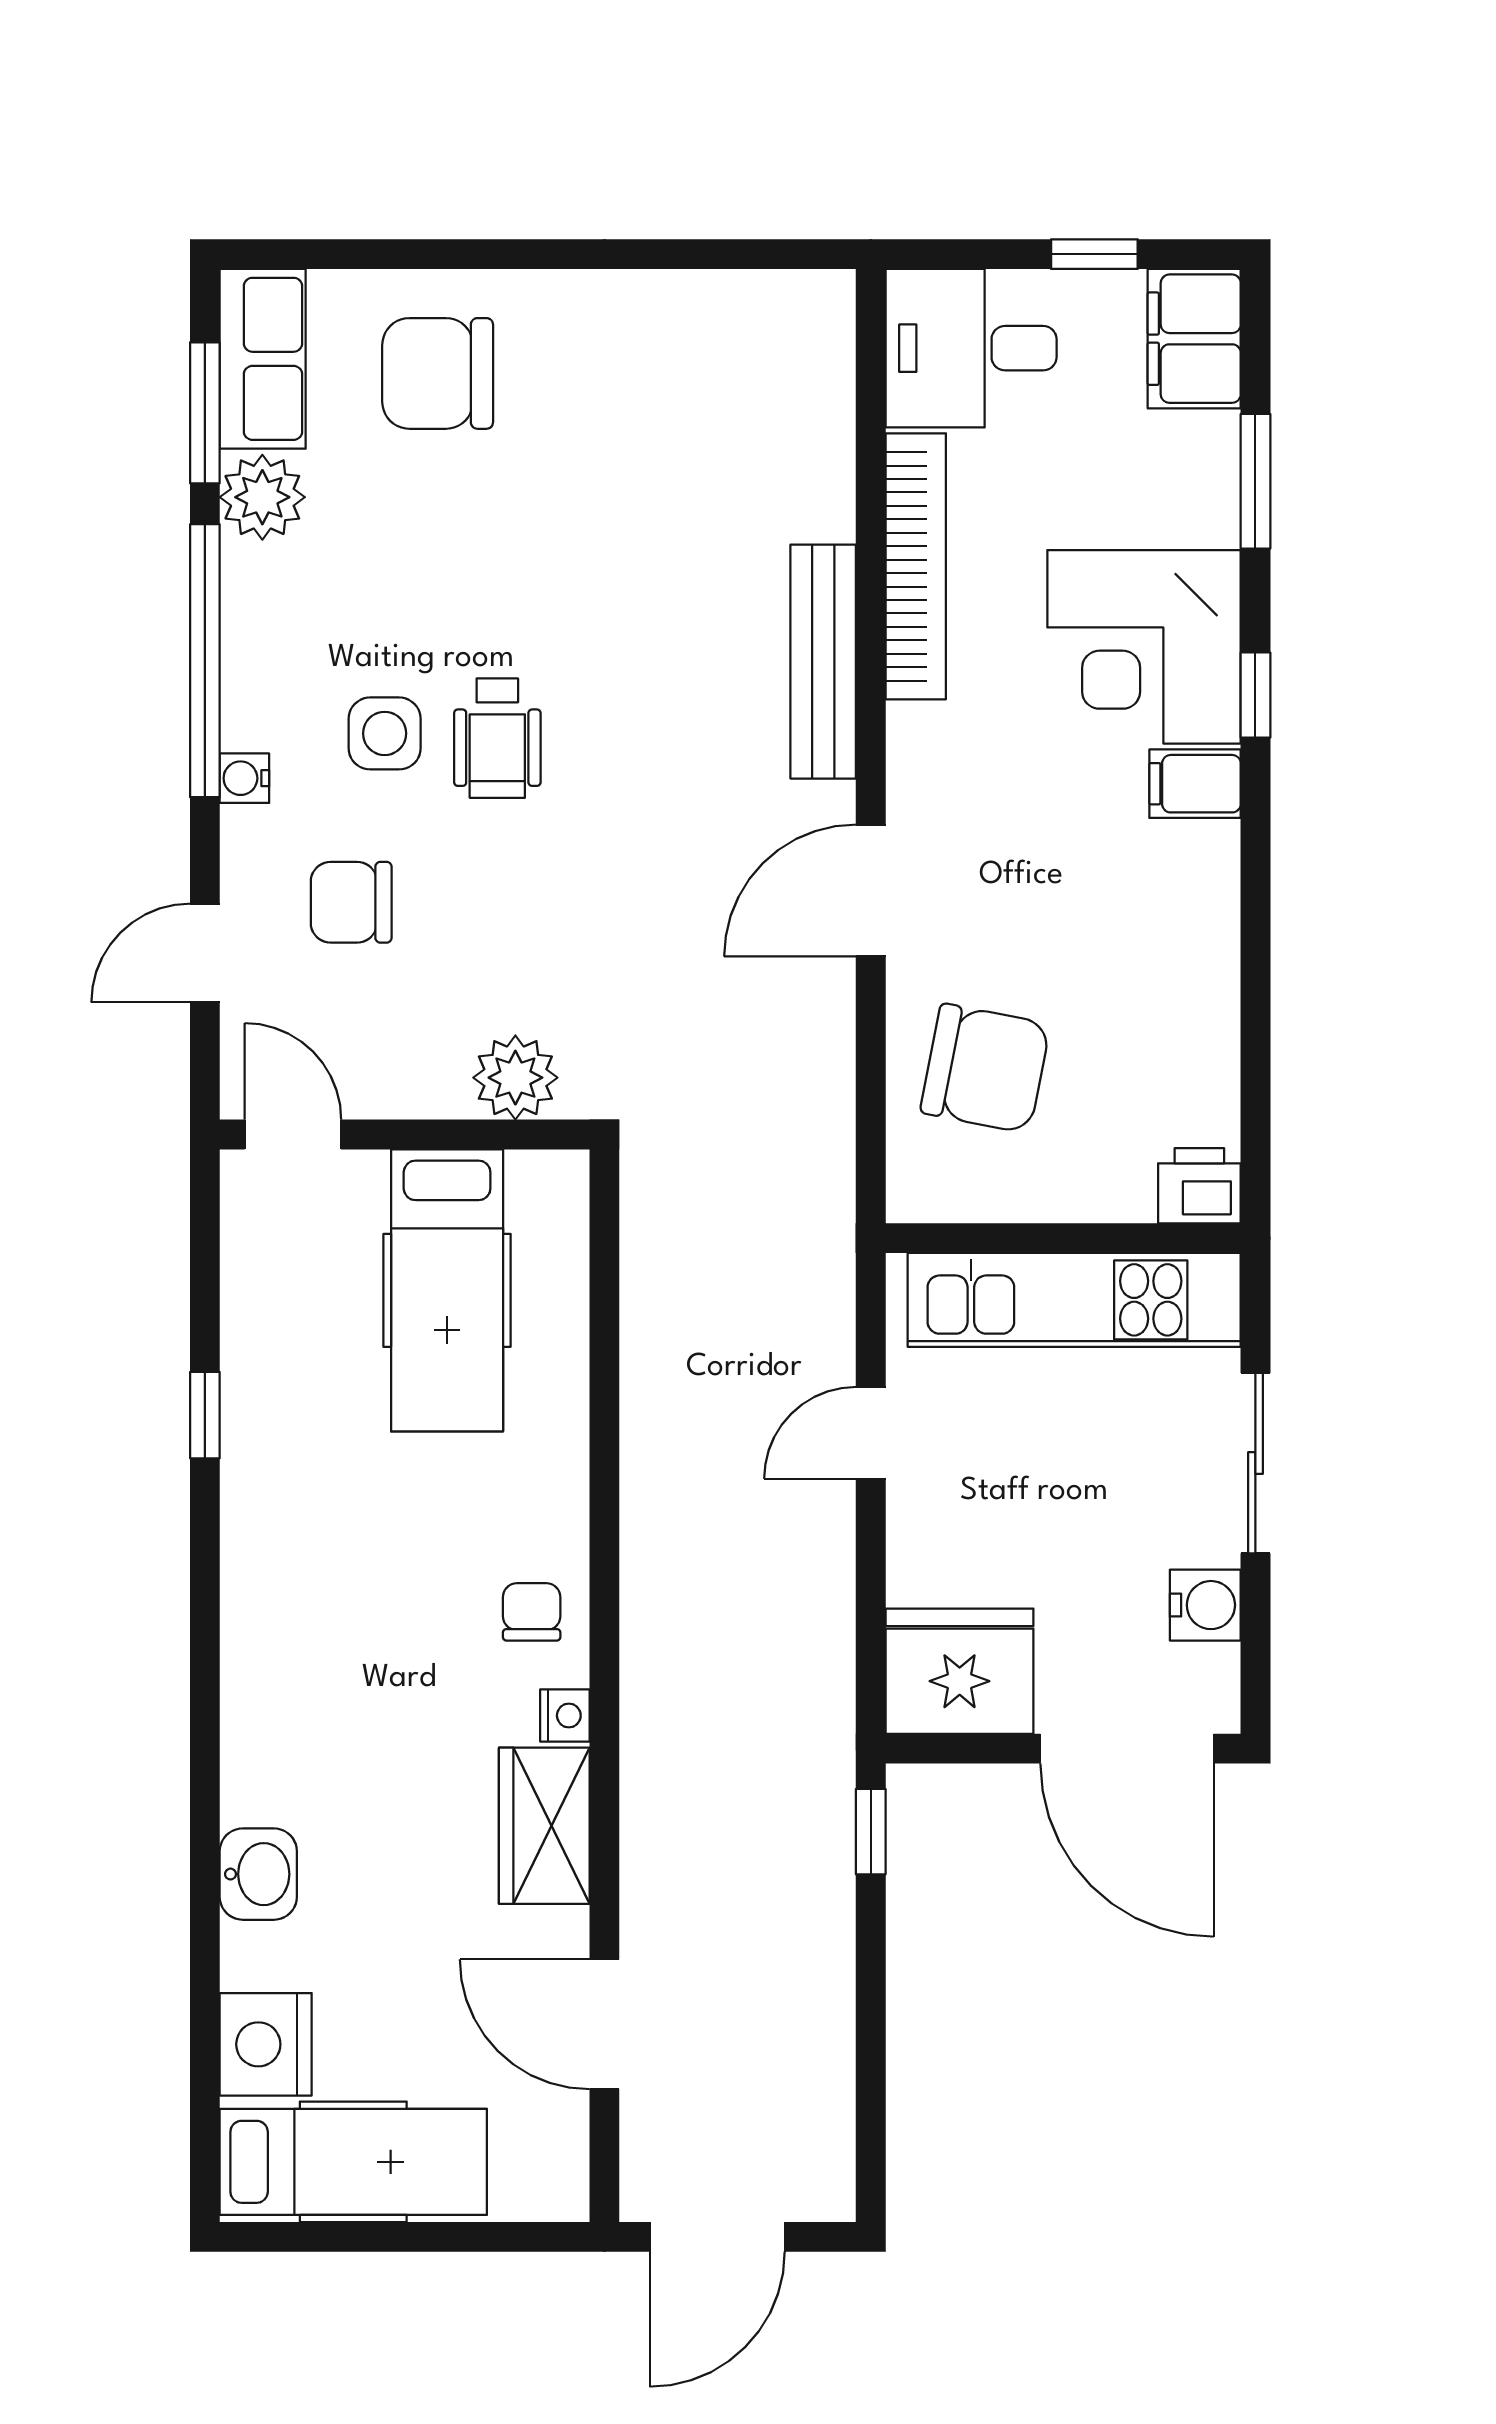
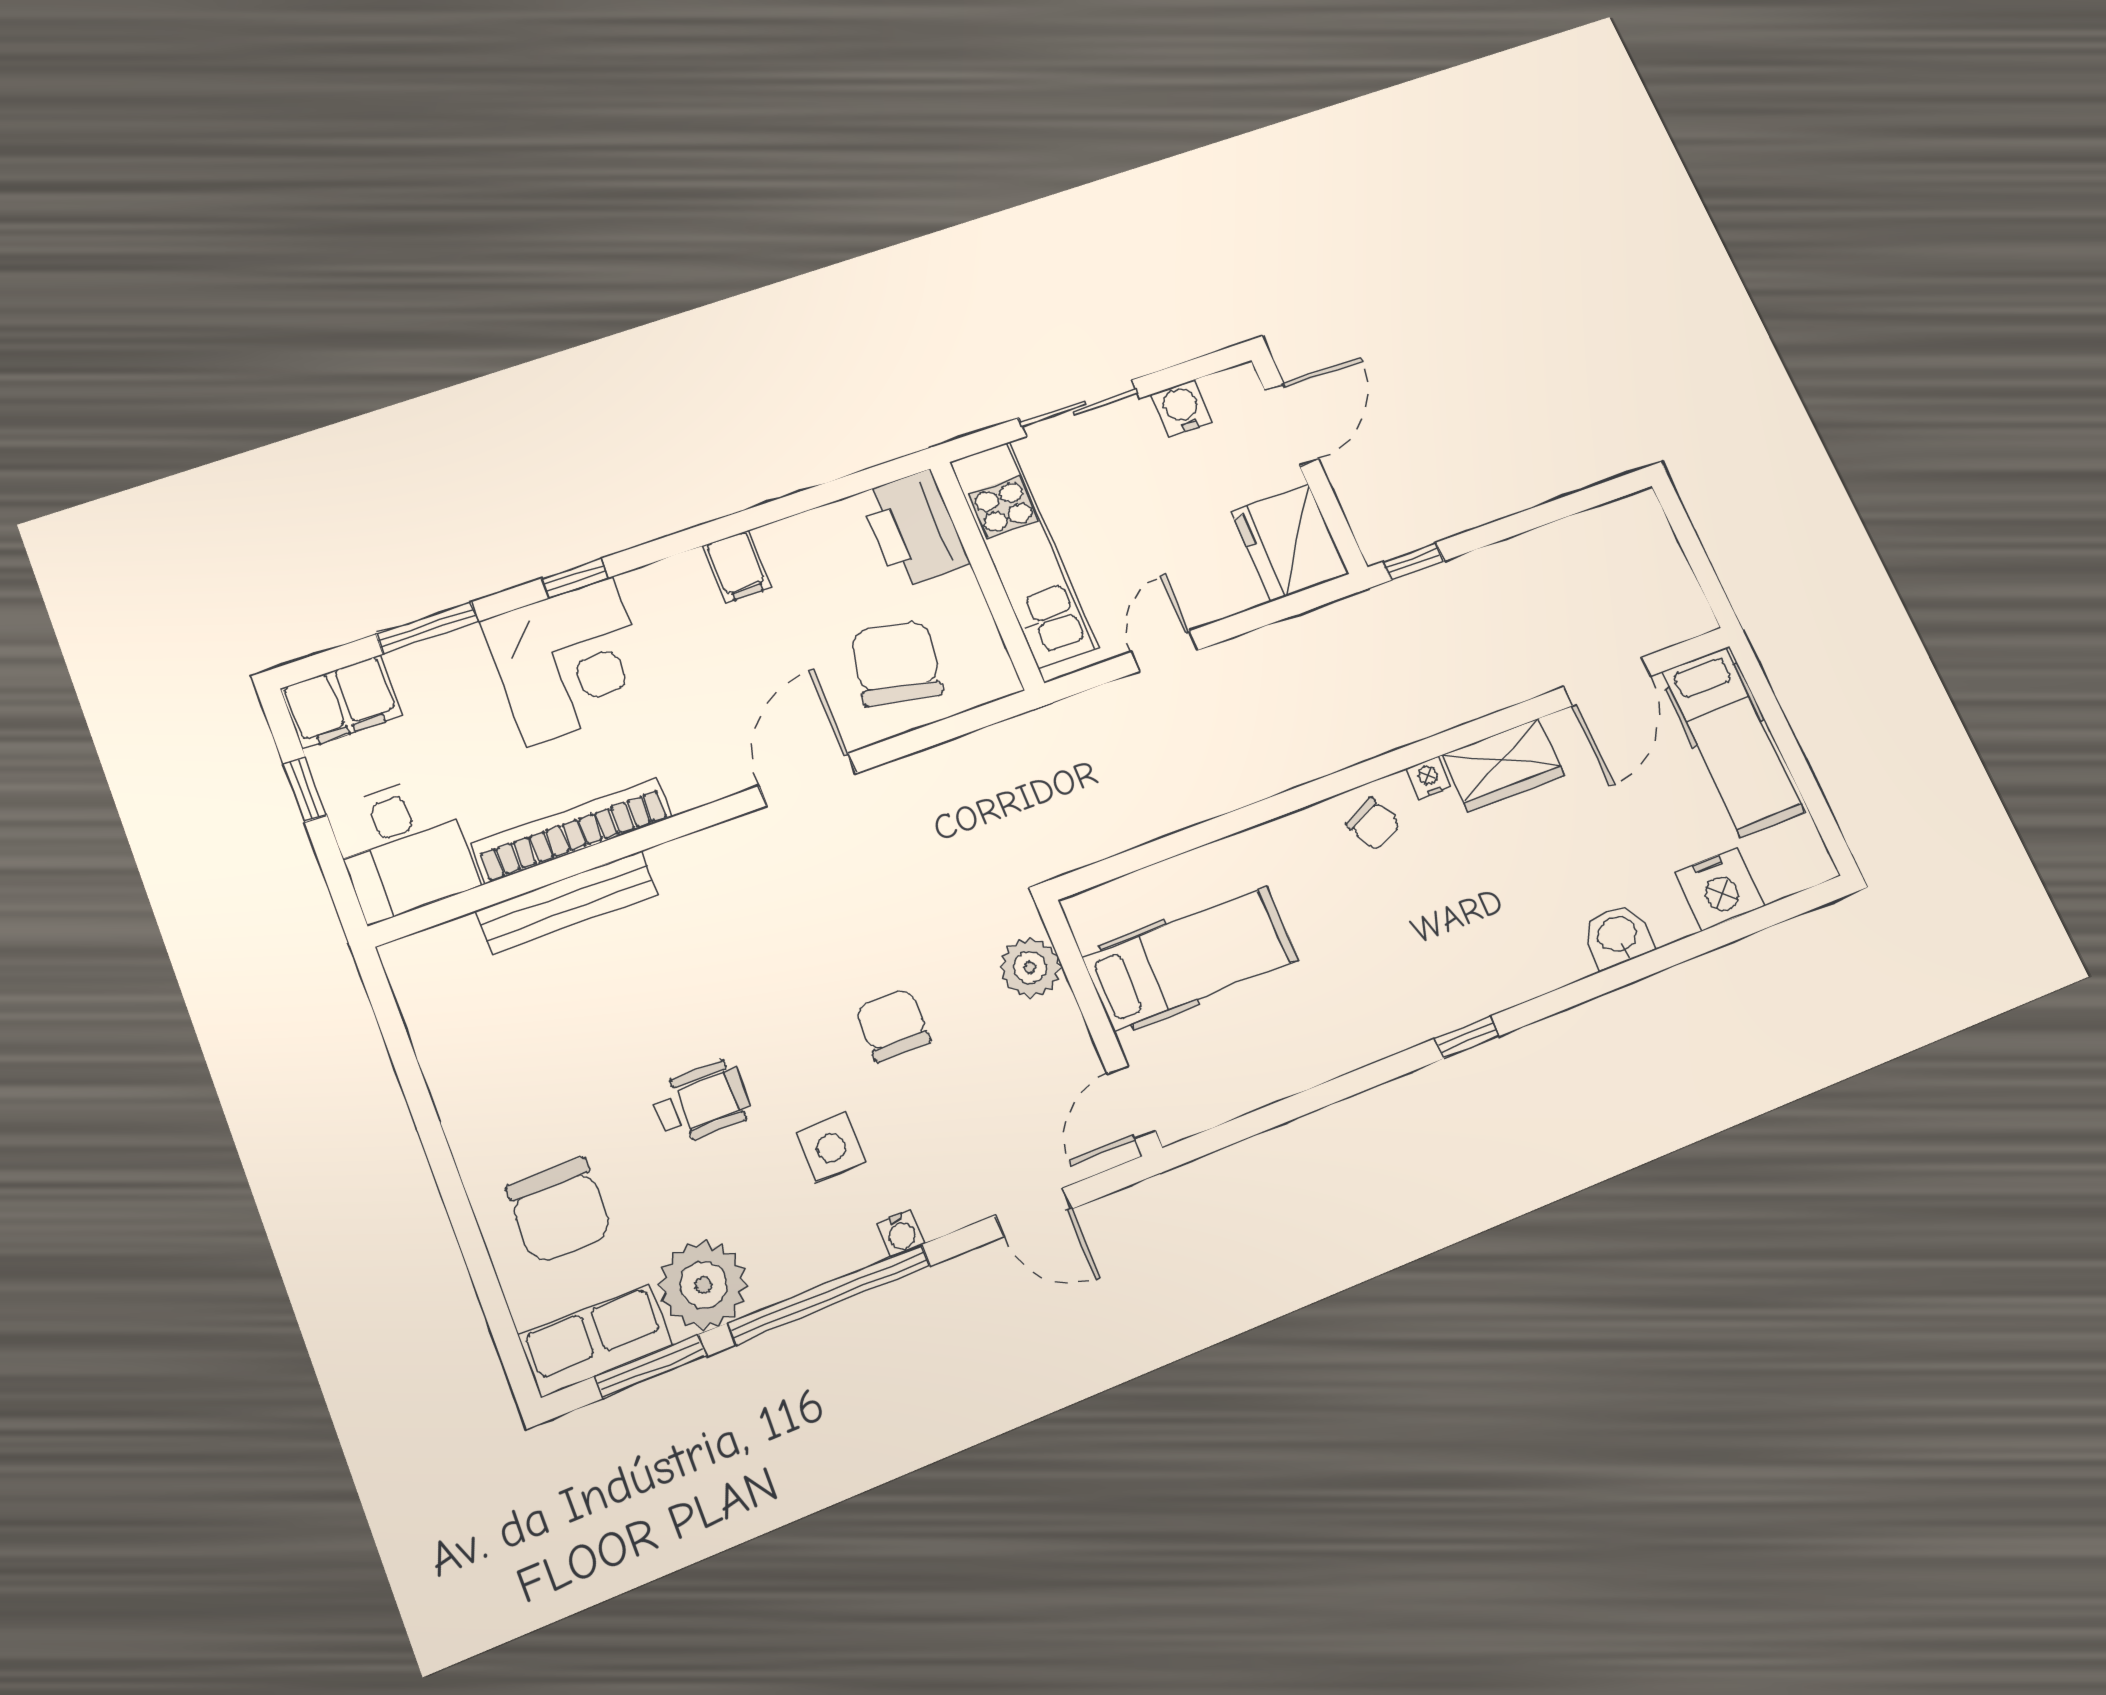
plant: (262, 497) -> (703, 1285), width x1.36, depth x1.36
bench: (823, 662) -> (567, 902), moved
wheelchair: (497, 738) -> (701, 1102), moved
filing cabinet: (1195, 784) -> (737, 567), moved
door: (871, 891) -> (808, 780), swing flipped
chair: (351, 902) -> (893, 1025), moved, turned 180
printer: (1199, 1186) -> (915, 529), width x1.87, depth x1.48
window: (205, 1415) -> (1467, 1037), moved
door: (871, 1433) -> (1164, 651), swing flipped
chair: (532, 1612) -> (1373, 824), turned -116
door: (1127, 1749) -> (1292, 425), width x0.73
hospital bed: (353, 2162) -> (1733, 742), moved, turned 180
door: (717, 2237) -> (1701, 566), removed

